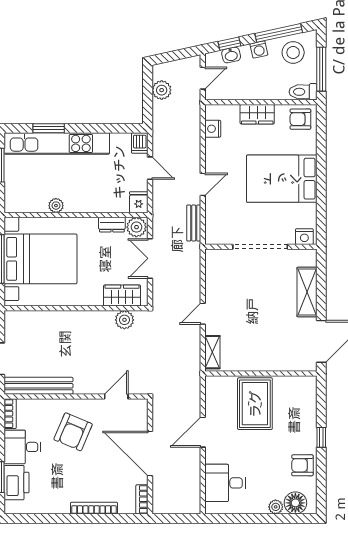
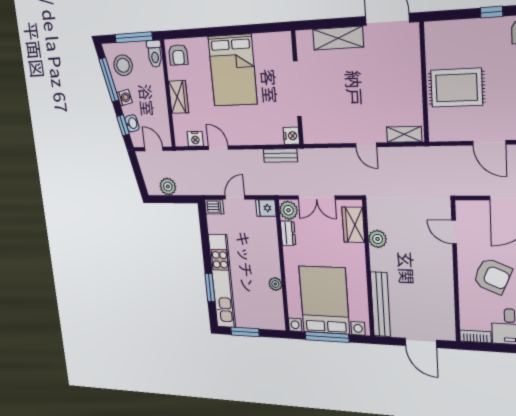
door: (203, 184) -> (218, 148), moved
nightstand: (304, 237) -> (291, 136), moved
plant: (124, 320) -> (378, 239), moved
bench: (38, 386) -> (380, 304), moved

